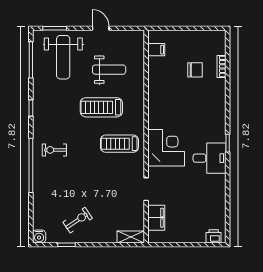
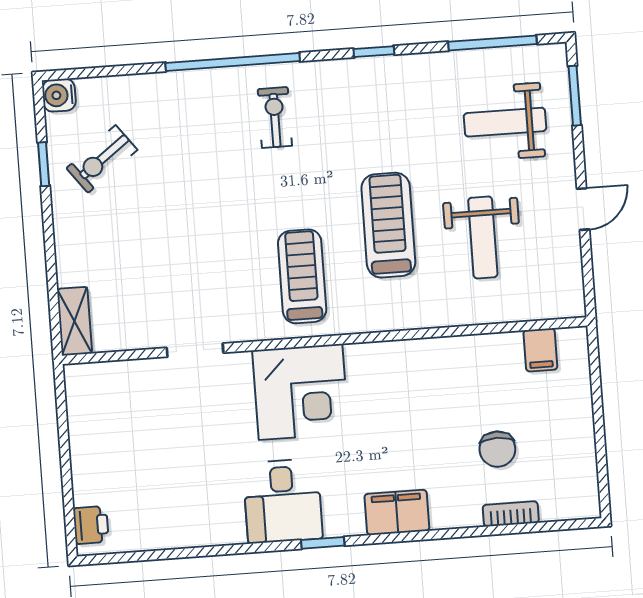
weight bench: (63, 57) -> (505, 122), width x0.73, depth x0.75
filing cabinet: (156, 218) -> (397, 512), moved, turned 180
exercise bike: (78, 220) -> (102, 159), moved, turned 87

